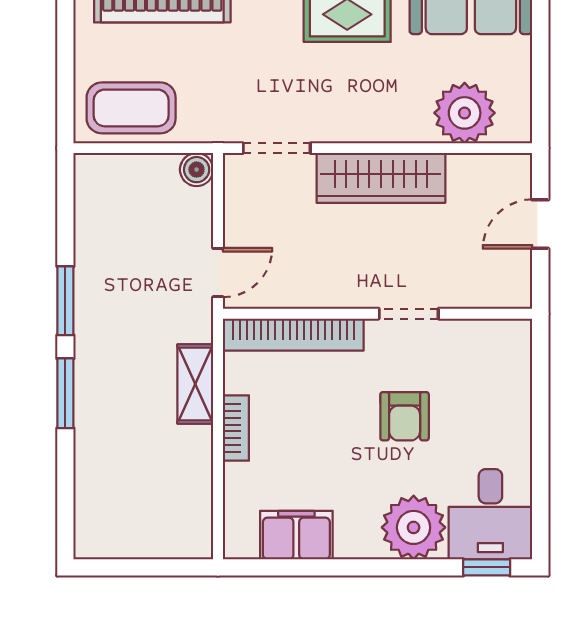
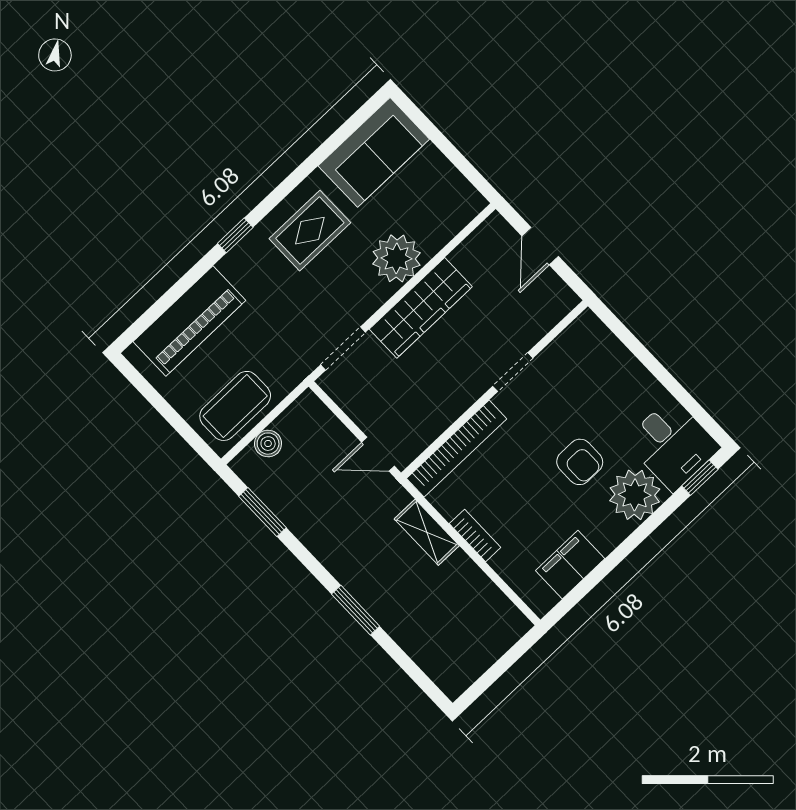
plant: (465, 113) -> (397, 258), moved
boiler: (197, 170) -> (268, 444), moved
door: (218, 273) -> (378, 454), swing flipped
window: (65, 301) -> (262, 512), moved
armchair: (405, 416) -> (580, 462), moved

